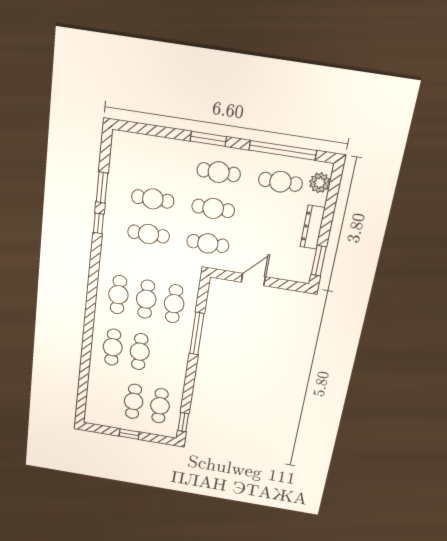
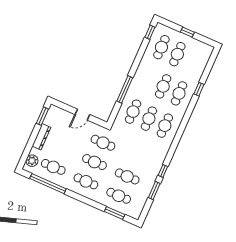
window: (208, 139) -> (115, 213), moved
cafe table: (149, 234) -> (119, 196), moved
window: (85, 360) -> (199, 89), added

